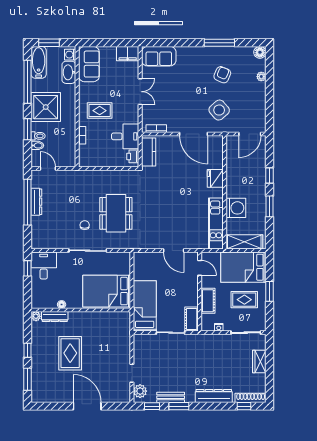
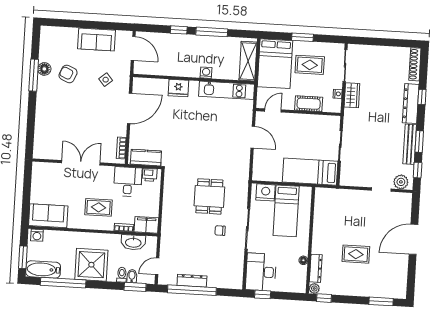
floor lamp: (260, 52) -> (44, 69), moved
filing cabinet: (128, 54) -> (146, 225), moved, turned -90
sofa: (159, 56) -> (96, 39), moved, turned 90
washbasin: (69, 72) -> (133, 242), moved
plant: (261, 77) -> (72, 32), removed
double door: (140, 92) -> (81, 163), width x1.37
side table: (219, 110) -> (106, 80), width x0.54, depth x0.54
rug: (100, 111) -> (99, 207), turned 90
window: (27, 129) -> (135, 287), moved
window: (270, 206) -> (212, 32), width x1.44
washing machine: (236, 208) -> (206, 73), width x0.53, depth x0.53
dining table: (116, 213) -> (209, 196), width x0.73
door: (174, 251) -> (253, 137), hinge flipped
desk: (44, 266) -> (261, 272), width x1.37
nightstand: (123, 266) -> (266, 192), added
bed: (107, 291) -> (286, 211), width x0.67
rug: (244, 300) -> (310, 65), turned 90
cot: (192, 319) -> (327, 122), removed
window: (27, 350) -> (324, 298), moved
rug: (70, 353) -> (356, 254), width x0.73, depth x0.70
wardrobe: (259, 361) -> (352, 95), moved, turned -90
bench: (171, 397) -> (410, 144), width x1.36
window: (244, 406) -> (422, 97), moved

